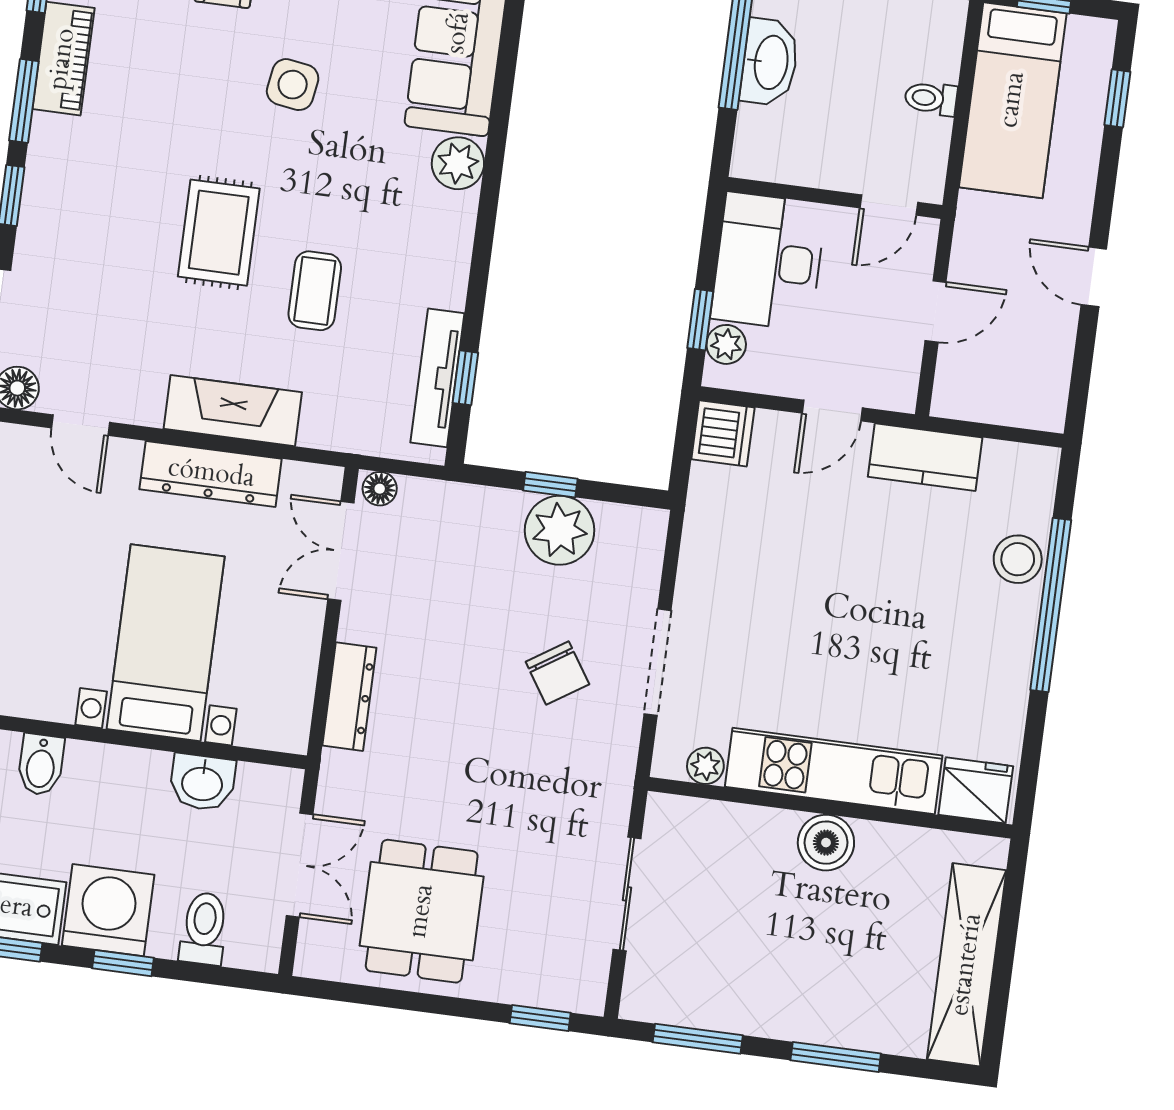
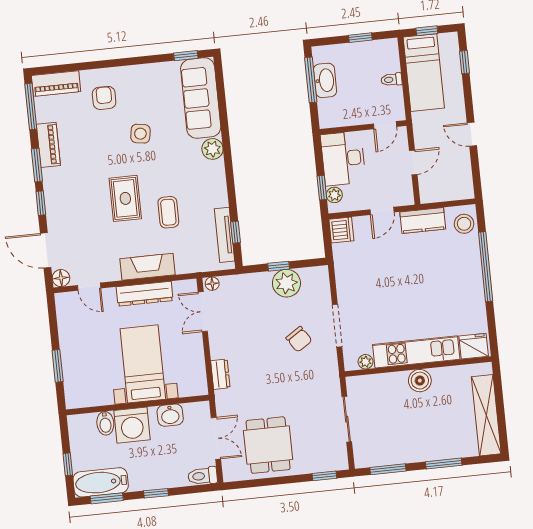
stool: (1018, 559) -> (464, 224), moved
dresser: (349, 697) -> (220, 374), width x0.70
washing machine: (108, 910) -> (132, 425), moved, turned 180
toilet: (204, 929) -> (203, 476), moved, turned -90

